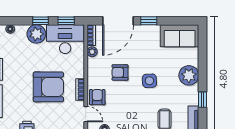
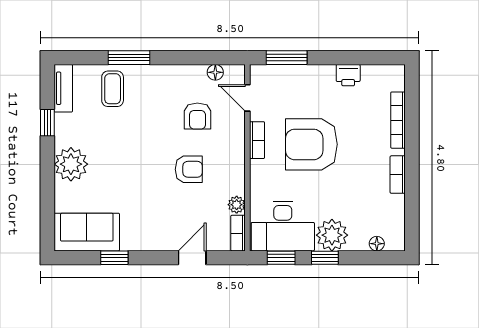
door: (118, 21) -> (192, 258), width x0.53
window: (149, 21) -> (114, 258), moved
side table: (149, 81) -> (138, 155), removed
armchair: (97, 97) -> (197, 116), moved

